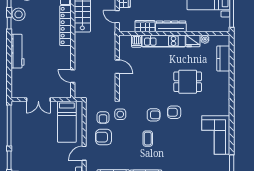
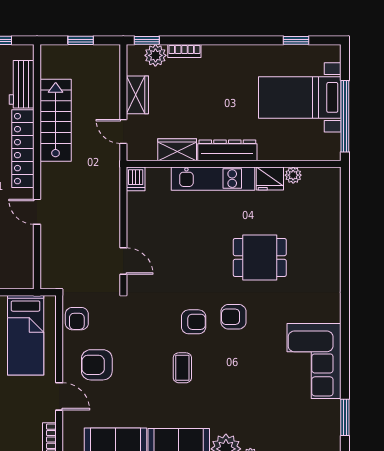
dishwasher: (136, 41) -> (136, 179), moved
kitchen counter: (223, 58) -> (329, 212), removed
door: (117, 67) -> (123, 261), moved
door: (73, 76) -> (37, 212), moved
side table: (120, 114) -> (129, 321), removed
armchair: (103, 117) -> (77, 319), moved
door: (84, 153) -> (59, 396), swing flipped

